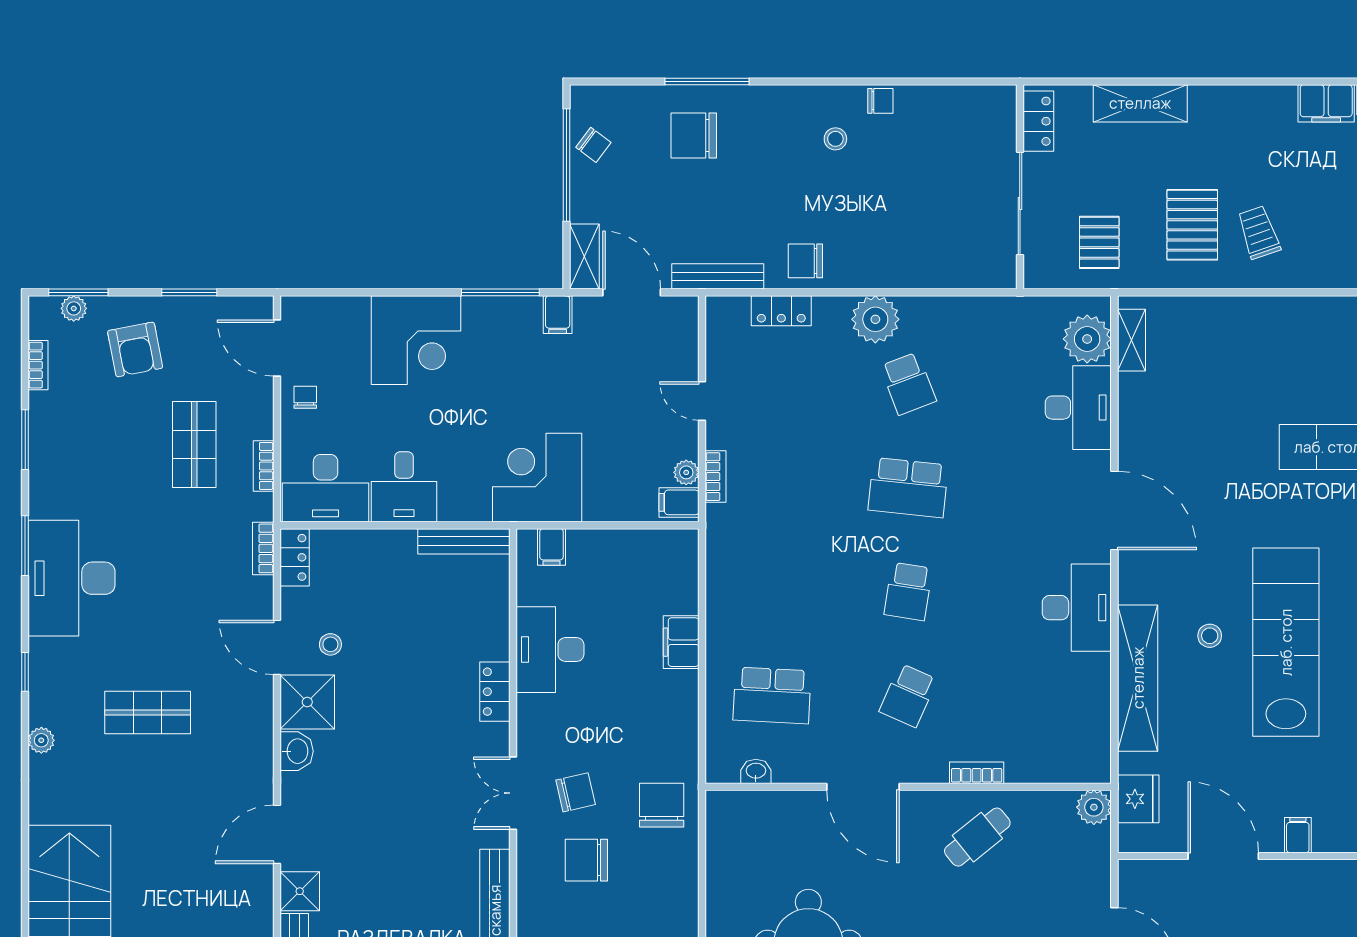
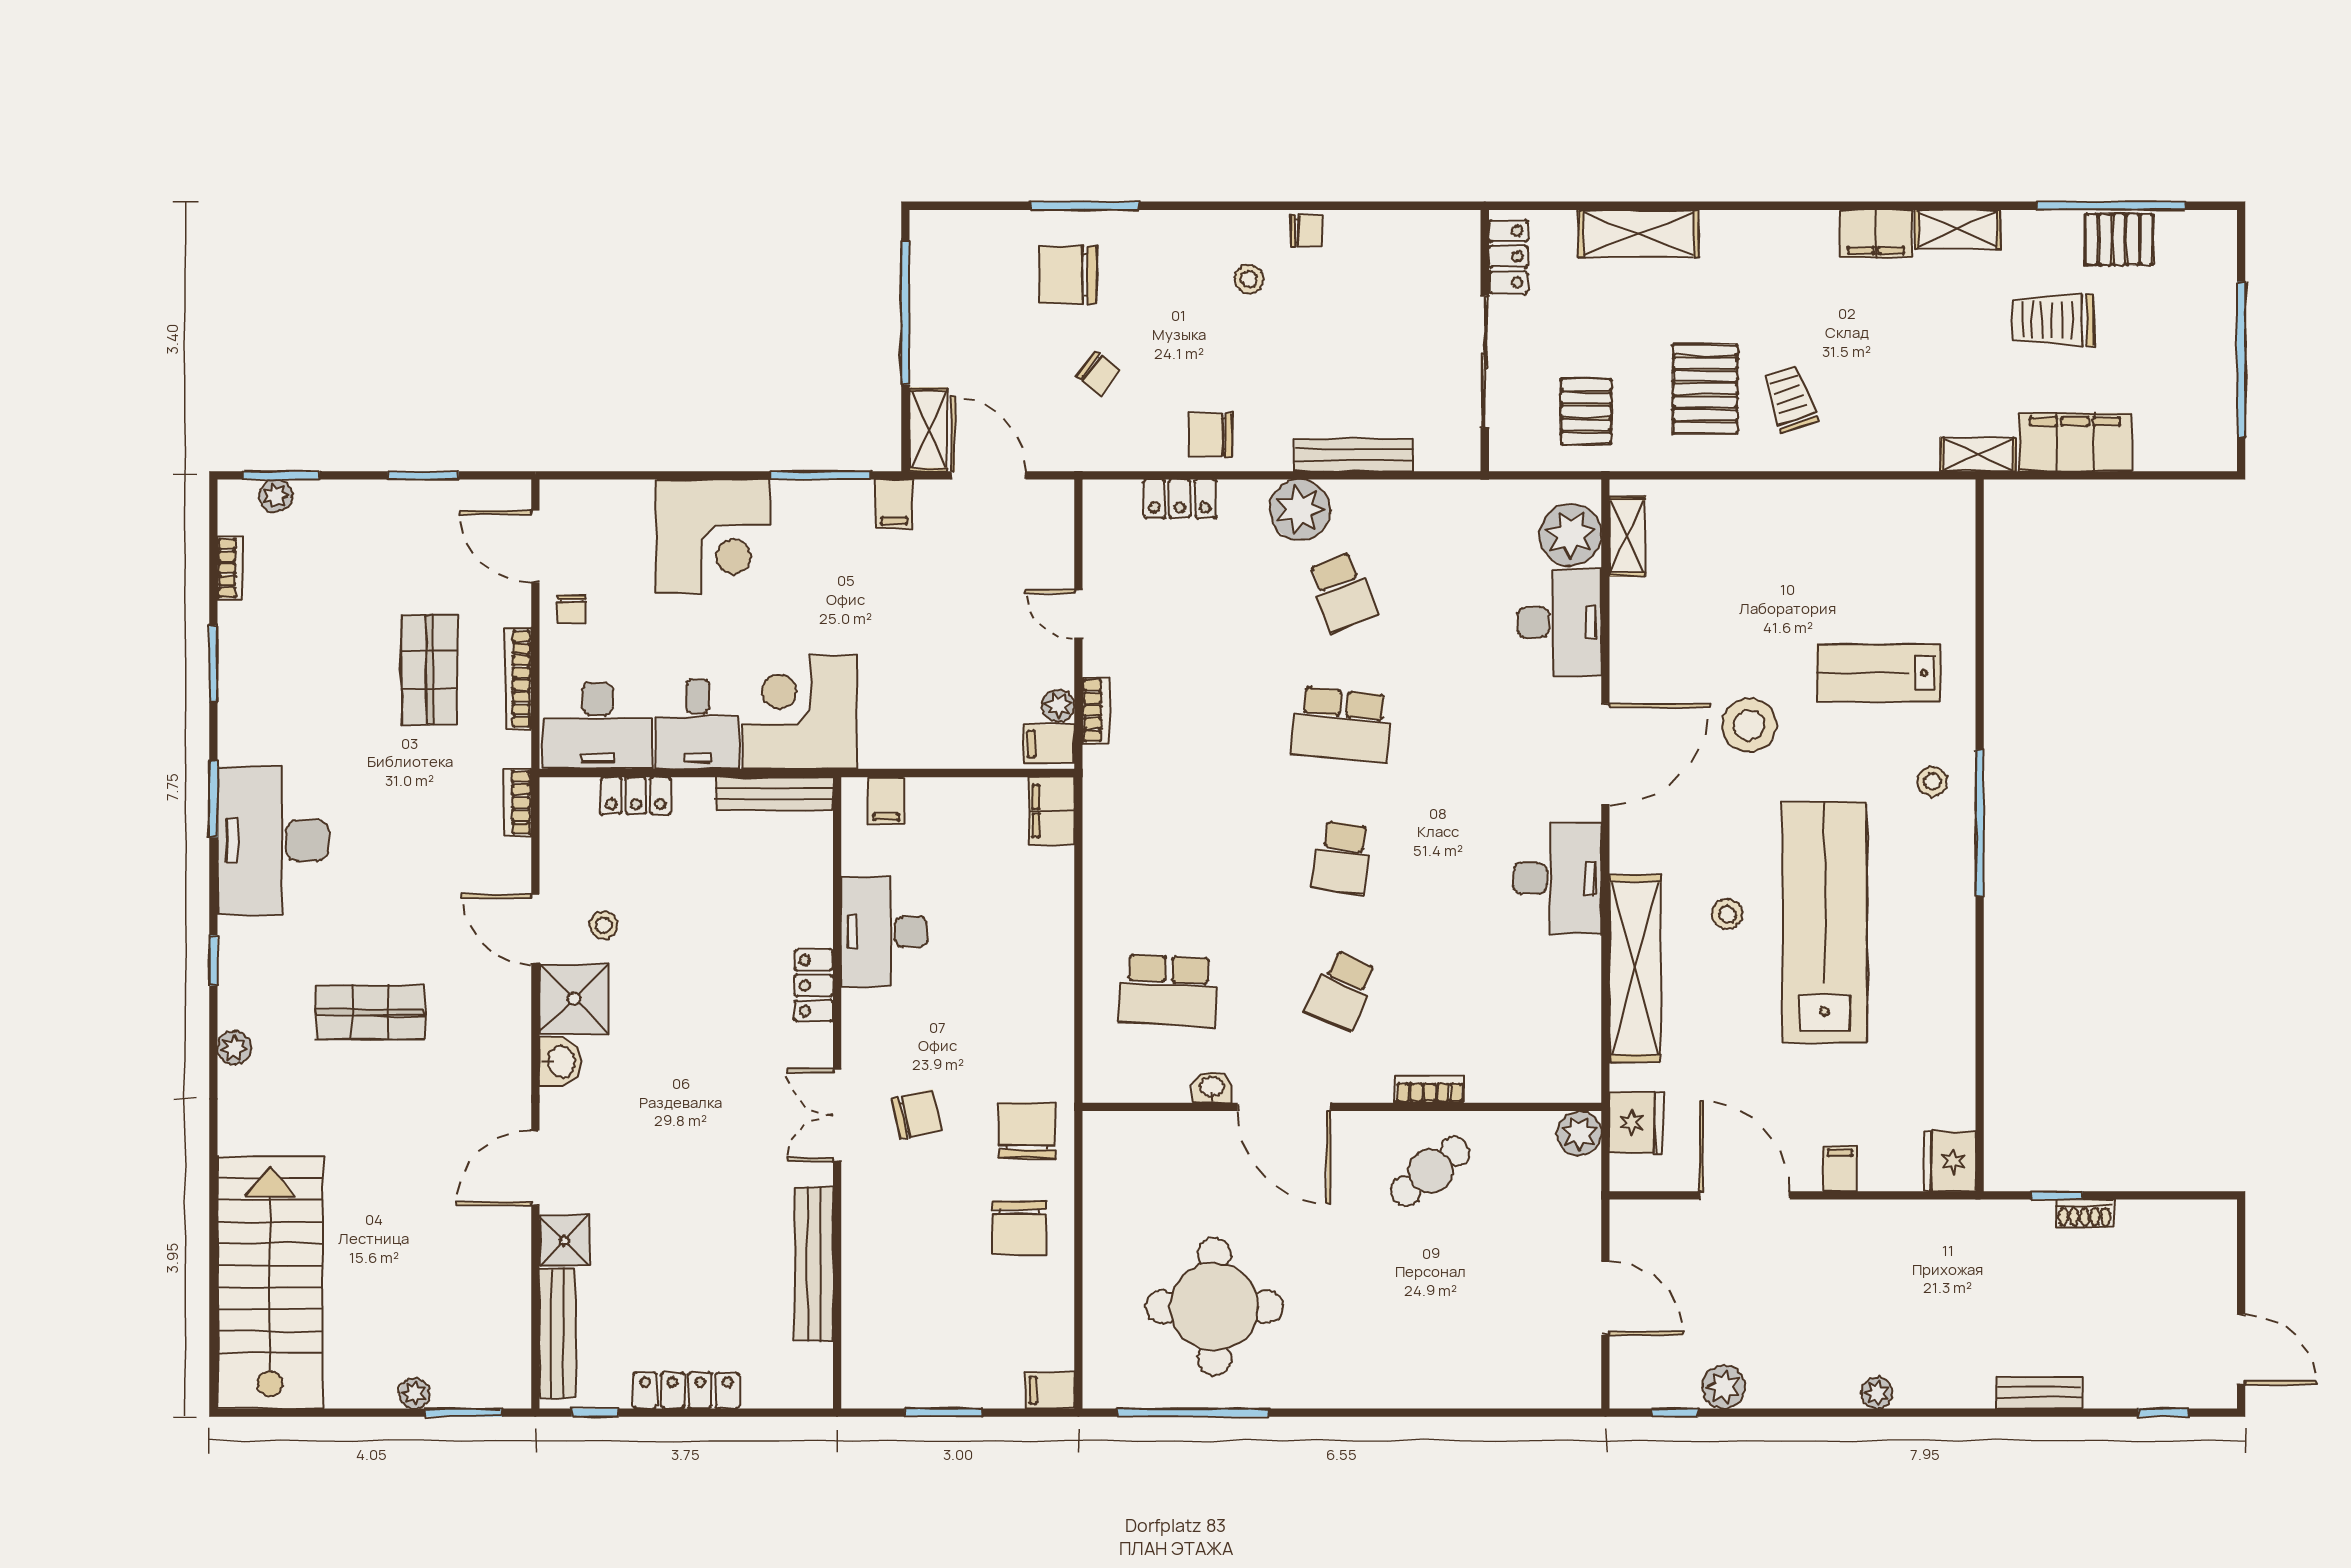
chair: (593, 145) -> (1098, 373), moved
bench: (718, 276) -> (1353, 455), moved
armchair: (135, 349) -> (354, 548), removed
chair: (305, 397) -> (572, 609), turned 180
bookcase: (264, 466) -> (518, 679), width x1.56
corner desk: (537, 478) -> (800, 712), moved
stool: (1227, 488) -> (1749, 725), added
door: (1114, 510) -> (1605, 754), hinge flipped
locker: (295, 557) -> (636, 796), moved, turned 90
filing cabinet: (681, 642) -> (1052, 811), moved
washbasin: (756, 771) -> (1212, 1087), moved
chair: (586, 860) -> (1019, 1228), moved, turned -90

